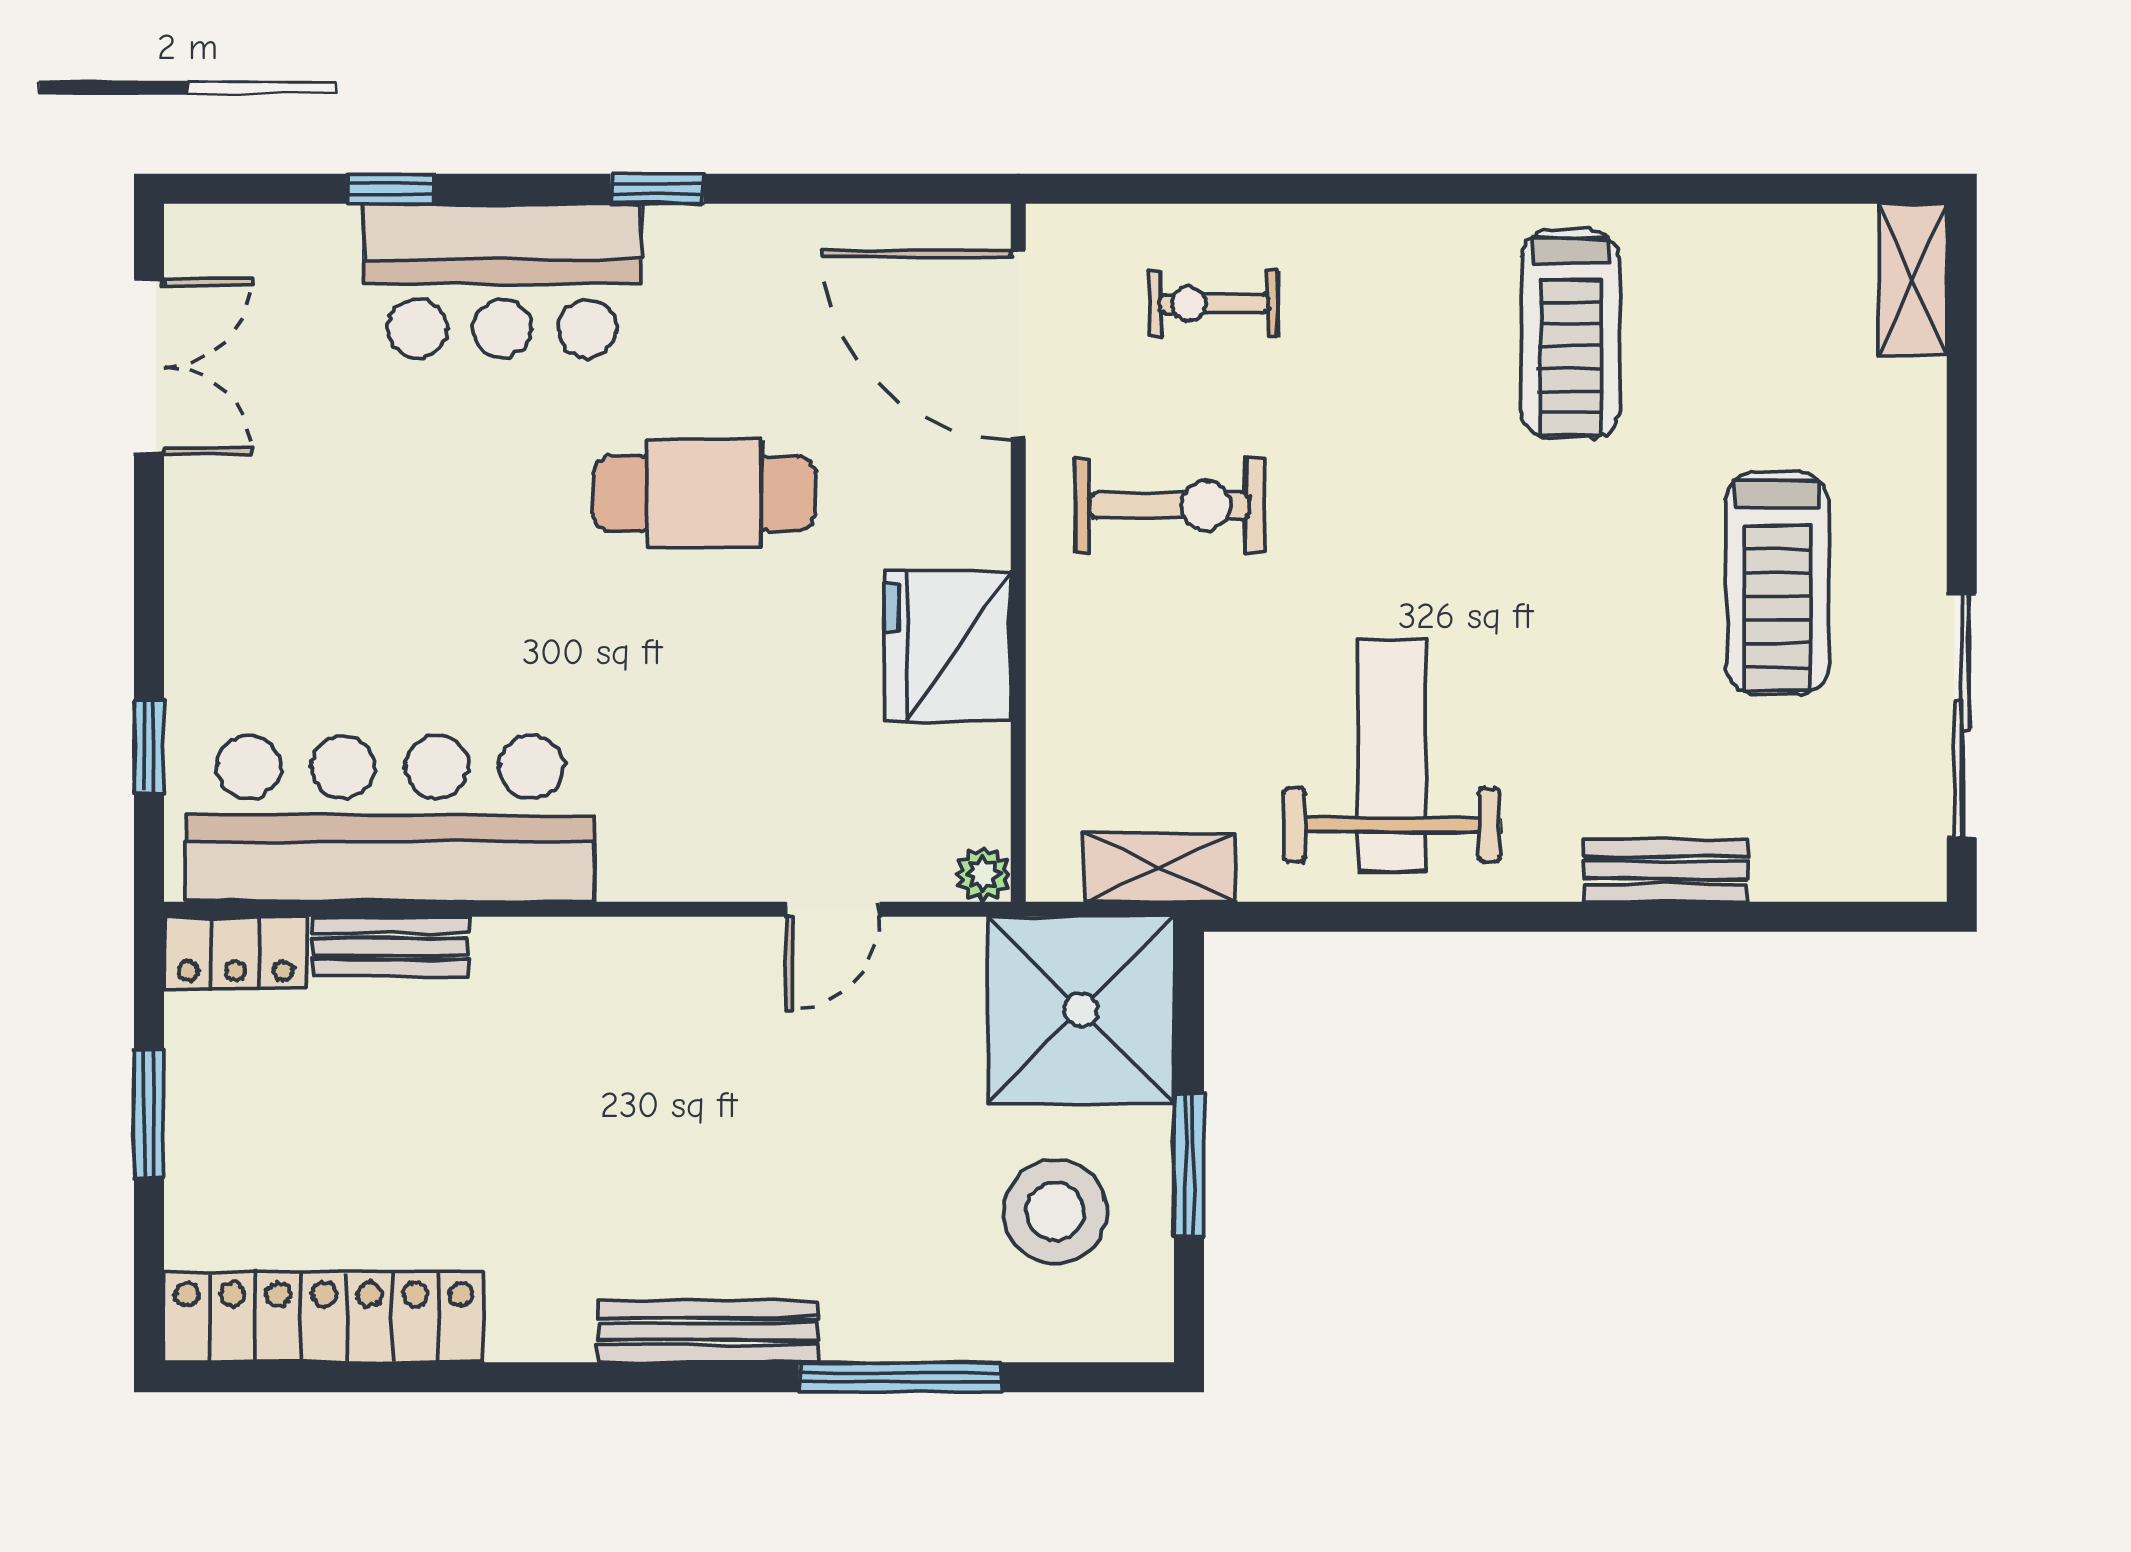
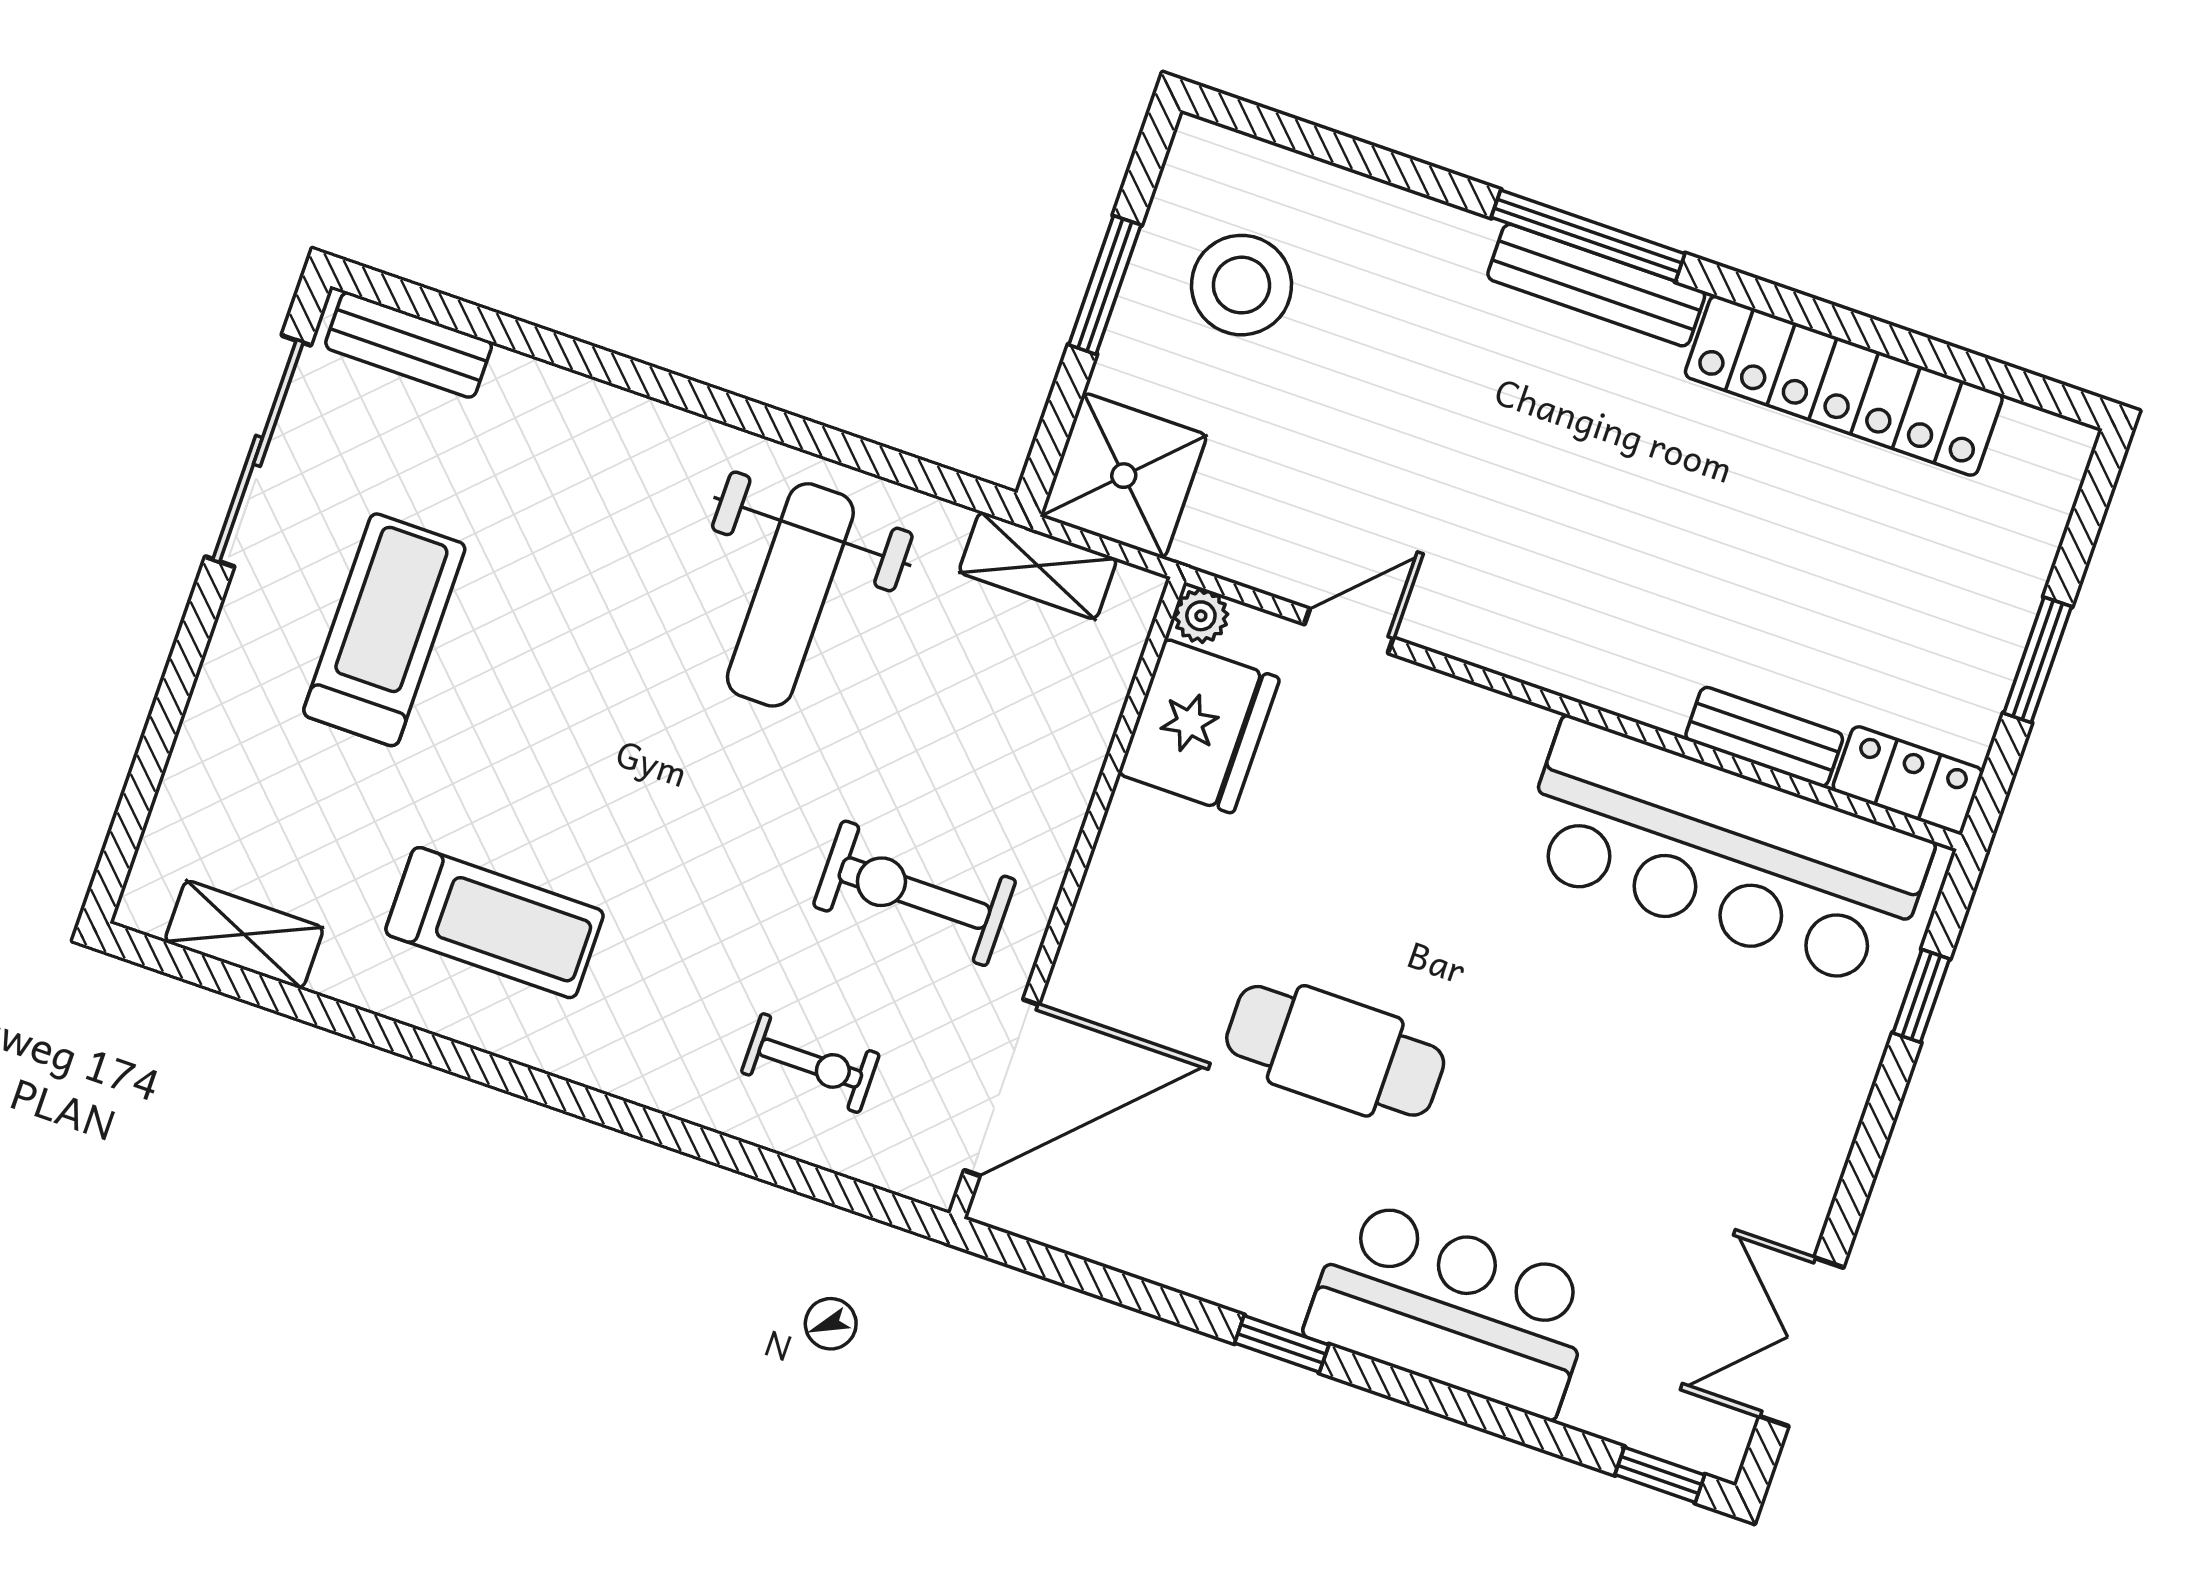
window: (391, 189) -> (1660, 1475), moved
shelving: (1913, 279) -> (244, 935), moved, turned 90
treadmill: (1570, 334) -> (495, 923), turned 90
door: (1018, 345) -> (1001, 1088), hinge flipped
fridge: (948, 646) -> (1199, 726), moved
bench: (1666, 871) -> (409, 345), moved
shower: (1081, 1010) -> (1124, 476), width x0.73, depth x0.73
locker: (324, 1317) -> (1844, 386), moved
window: (900, 1377) -> (1588, 236), moved

